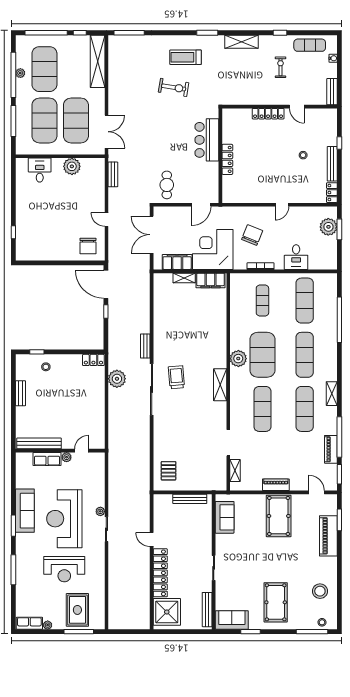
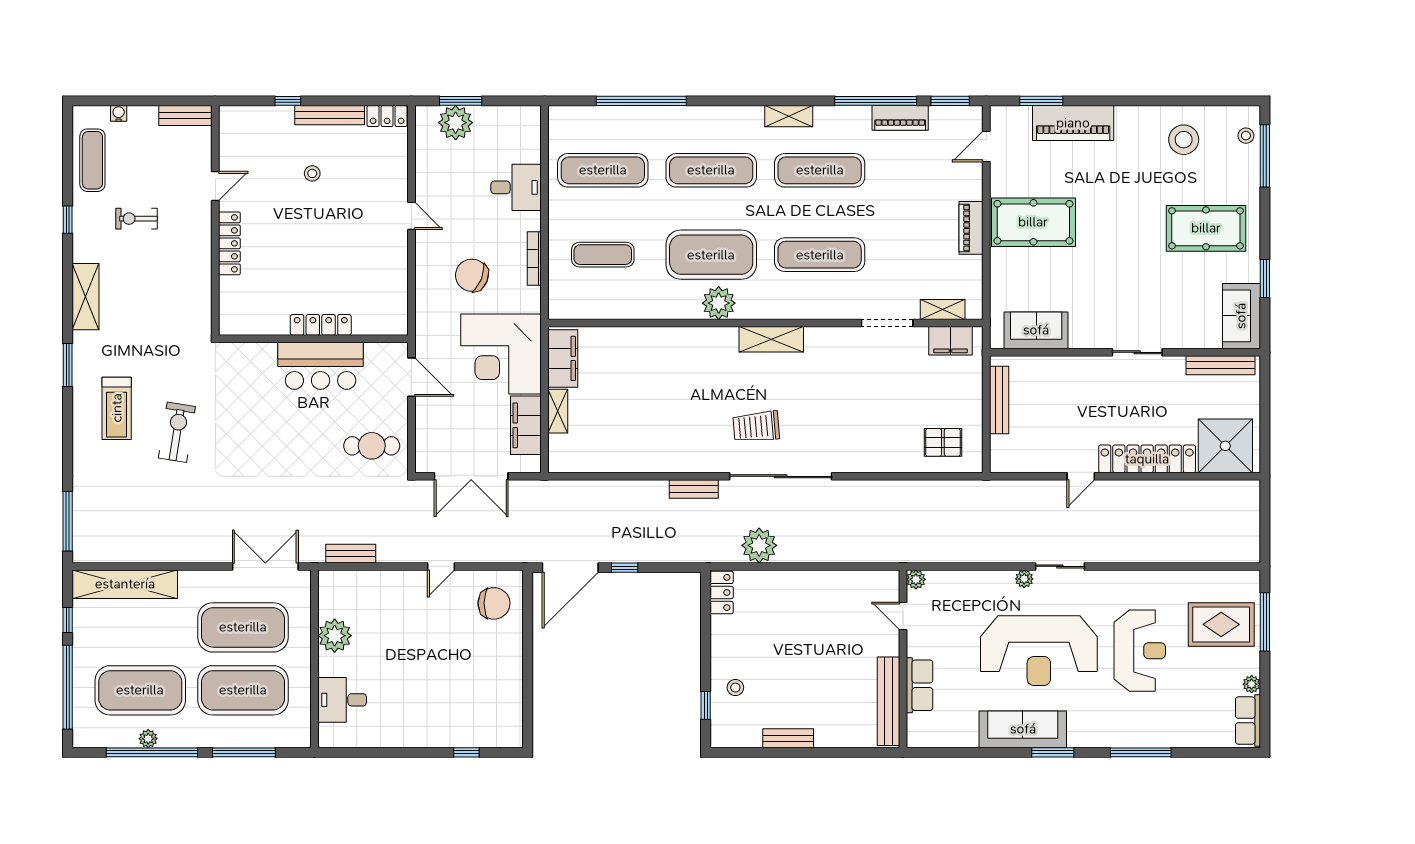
bar counter: (207, 140) -> (321, 366), moved
plant: (67, 457) -> (916, 579), moved
filing cabinet: (219, 474) -> (951, 341), added

